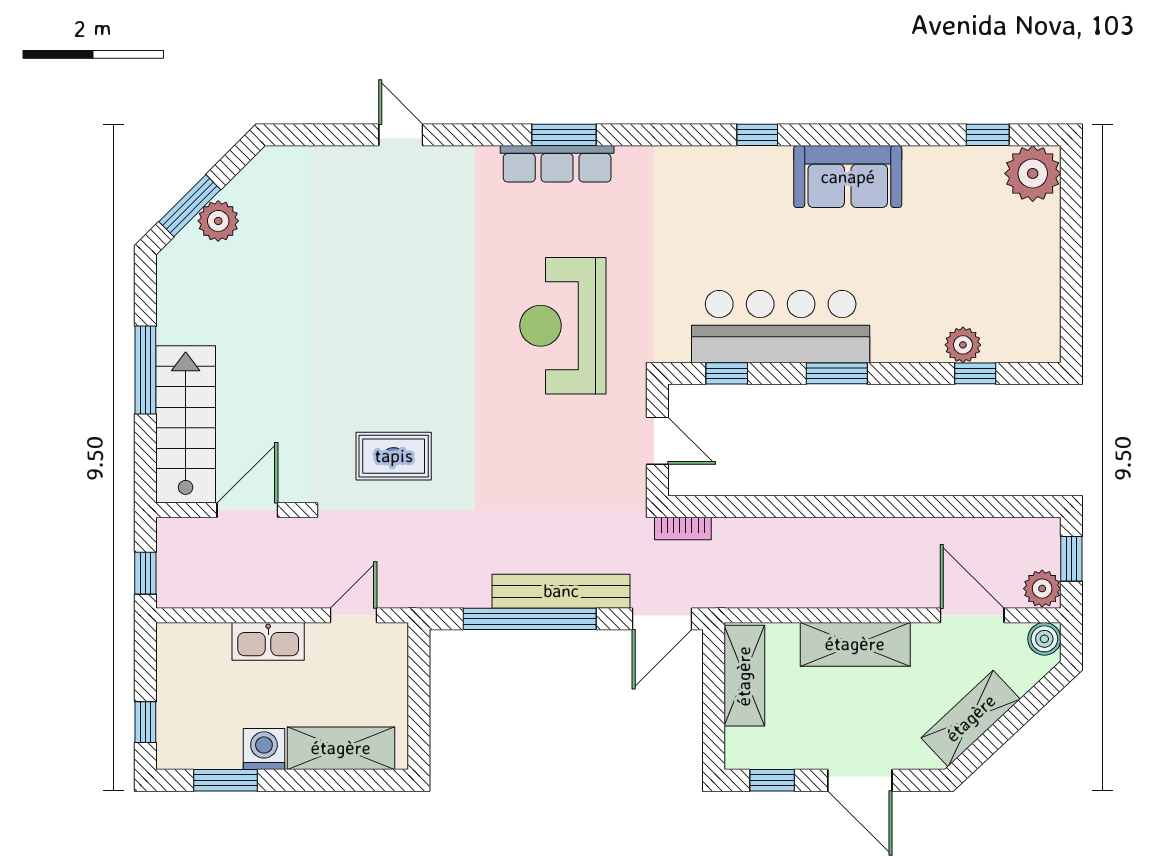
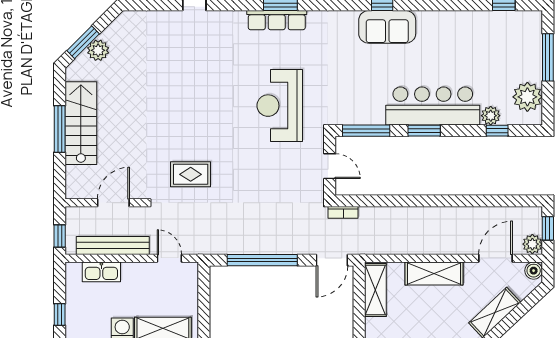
plant: (1033, 173) -> (527, 97), moved
sofa: (848, 177) -> (387, 27), moved
window: (1071, 234) -> (548, 57), added
bar counter: (781, 327) -> (433, 106), moved
window: (727, 373) -> (366, 131), width x2.17
stairs: (186, 424) -> (81, 123), moved
bench: (561, 591) -> (113, 245), moved
door: (353, 615) -> (169, 258), hinge flipped
door: (972, 615) -> (496, 258), hinge flipped
kitchen sink: (268, 641) -> (101, 272), moved

